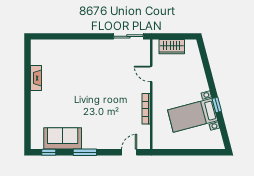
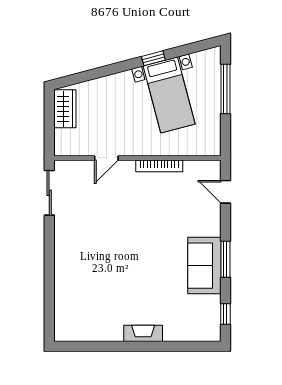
wardrobe: (172, 47) -> (65, 109), moved
fireplace: (36, 78) -> (143, 333), moved
sofa: (63, 138) -> (204, 266), moved
window: (197, 152) -> (225, 89), added

